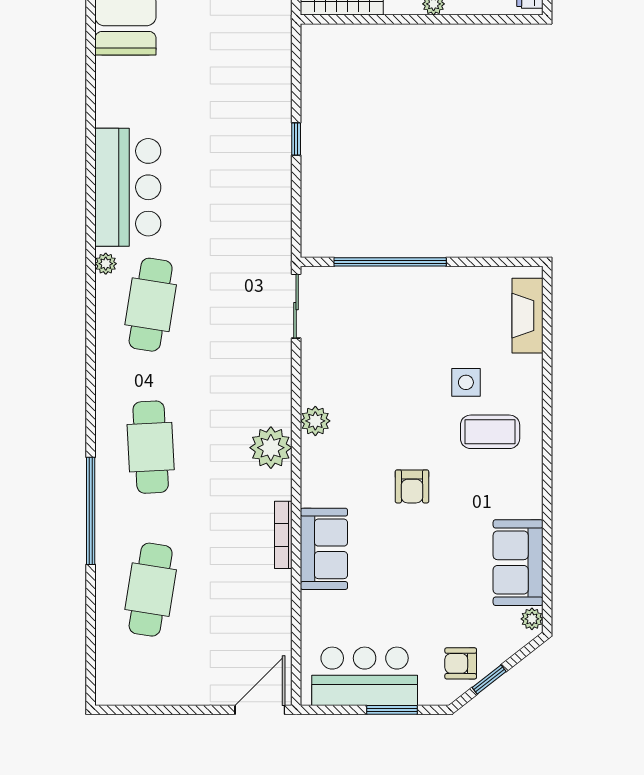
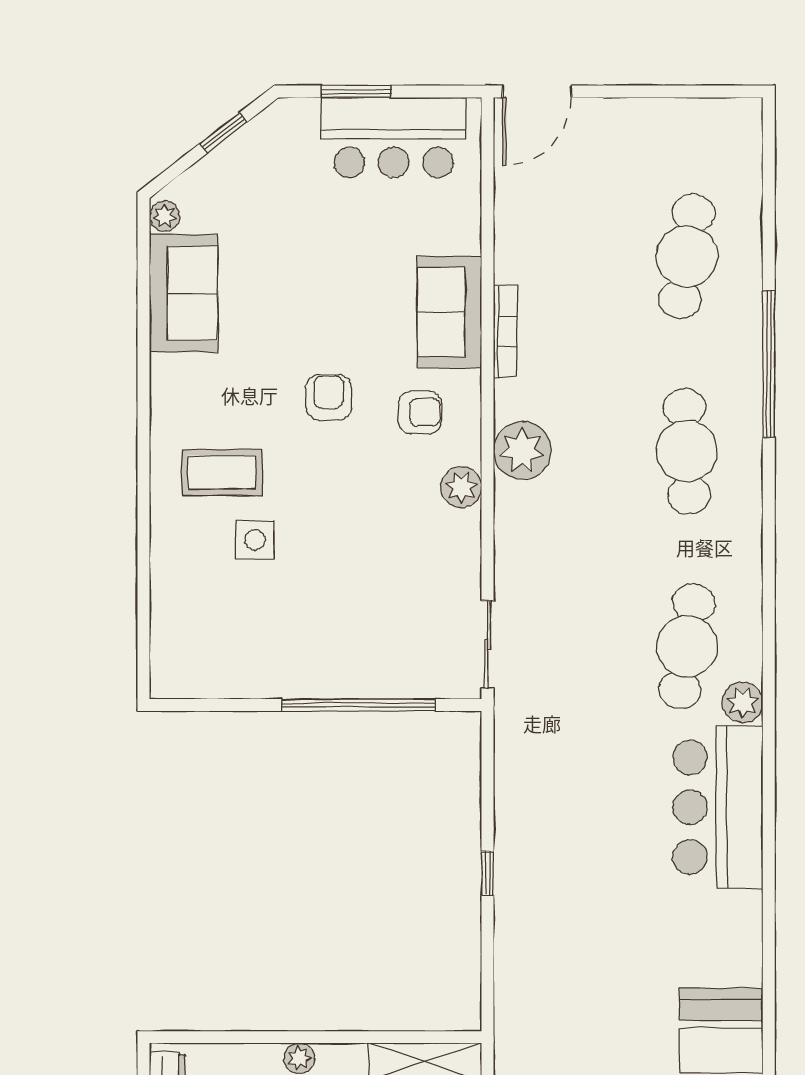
plant: (106, 264) -> (743, 703), width x1.38, depth x1.38
fireplace: (527, 316) -> (171, 631), removed
armchair: (461, 663) -> (420, 412), moved

